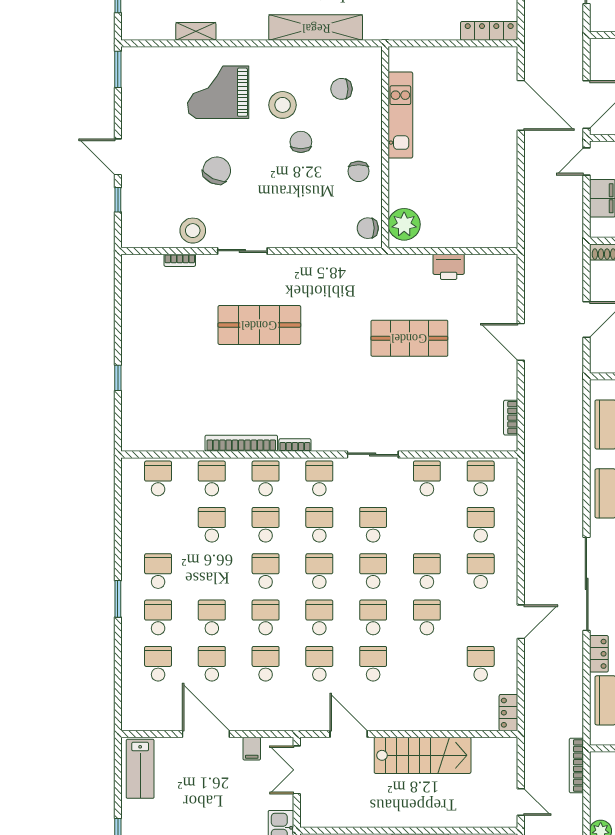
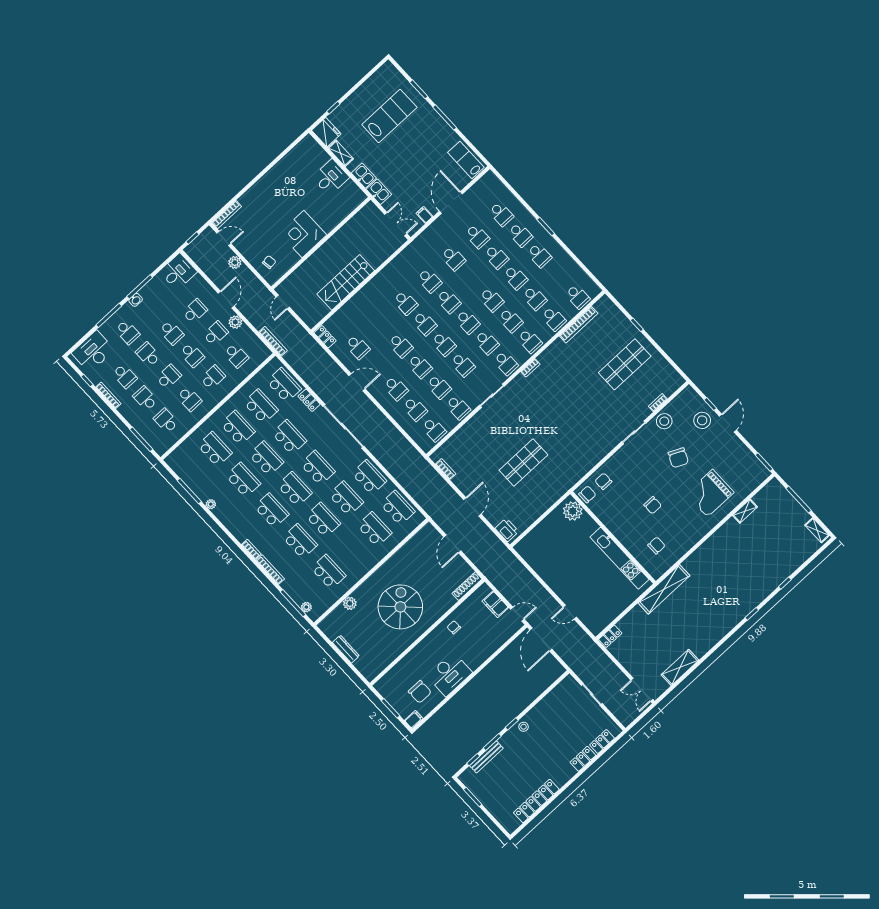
shelving: (316, 28) -> (664, 589), moved
locker: (489, 31) -> (610, 636), width x0.66
grand piano: (218, 92) -> (710, 493), turned 180
stool: (283, 105) -> (702, 420), moved
door: (521, 105) -> (570, 612), width x0.53
kitchen unit: (400, 115) -> (619, 558), width x1.36
door: (118, 157) -> (728, 423), hinge flipped
door: (587, 161) -> (517, 614), hinge flipped
chair: (359, 171) -> (603, 481), moved
printer: (449, 267) -> (507, 530), moved, turned 90
shop shelf: (259, 325) -> (625, 364), moved
door: (521, 342) -> (472, 507), hinge flipped
bookcase: (241, 443) -> (579, 325), moved
school desk: (427, 525) -> (439, 387), added
school desk: (266, 617) -> (515, 277), moved
door: (521, 622) -> (357, 382), swing flipped
door: (206, 734) -> (451, 203), swing flipped
door: (349, 734) -> (387, 261), removed
door: (521, 802) -> (283, 302), hinge flipped

